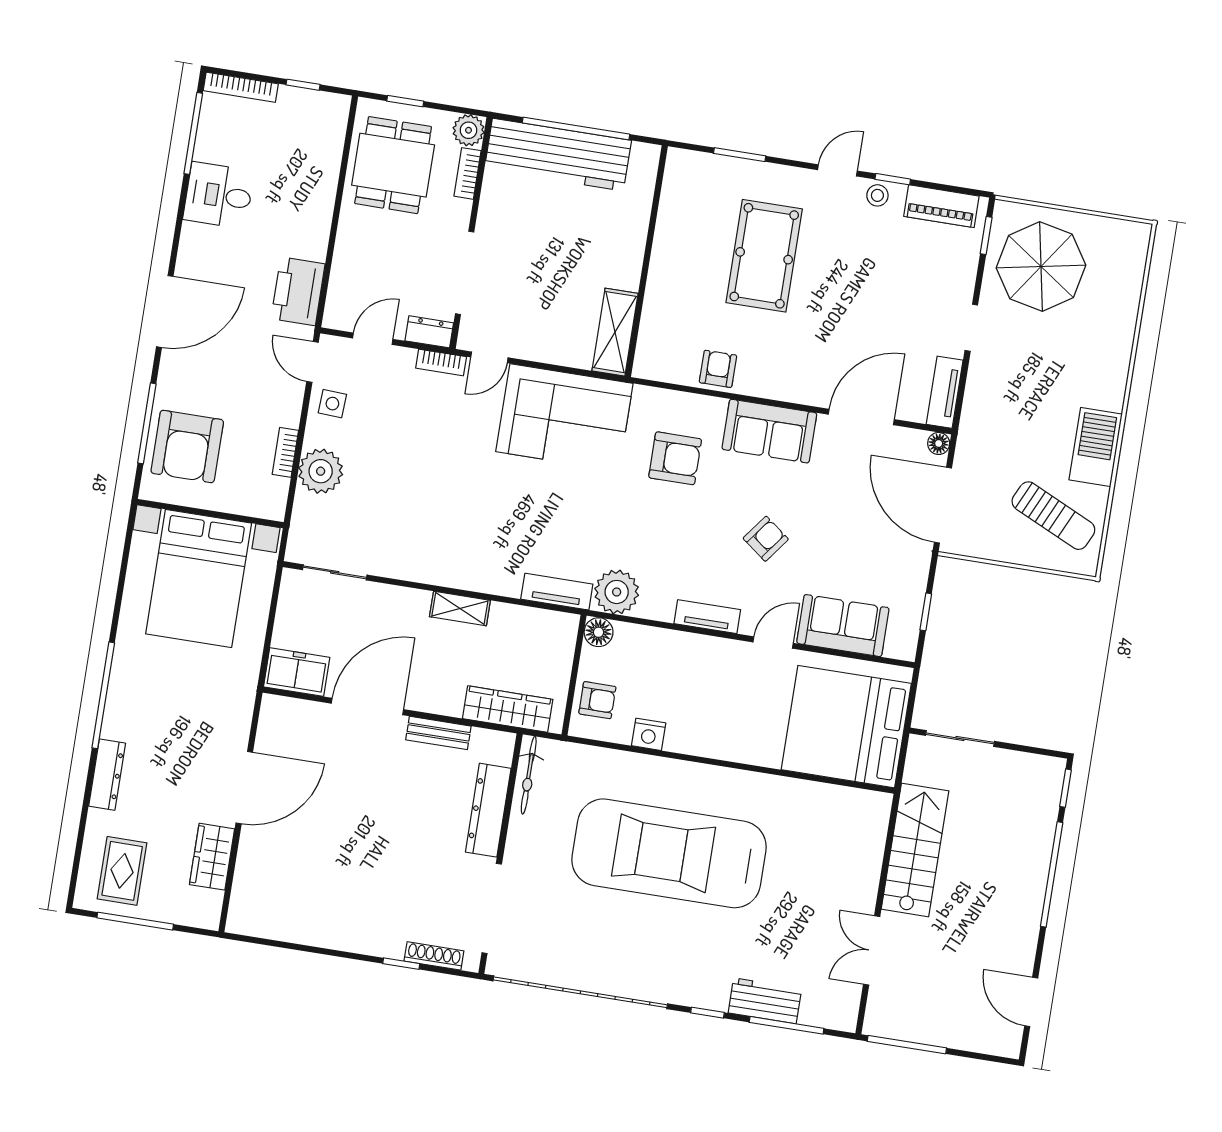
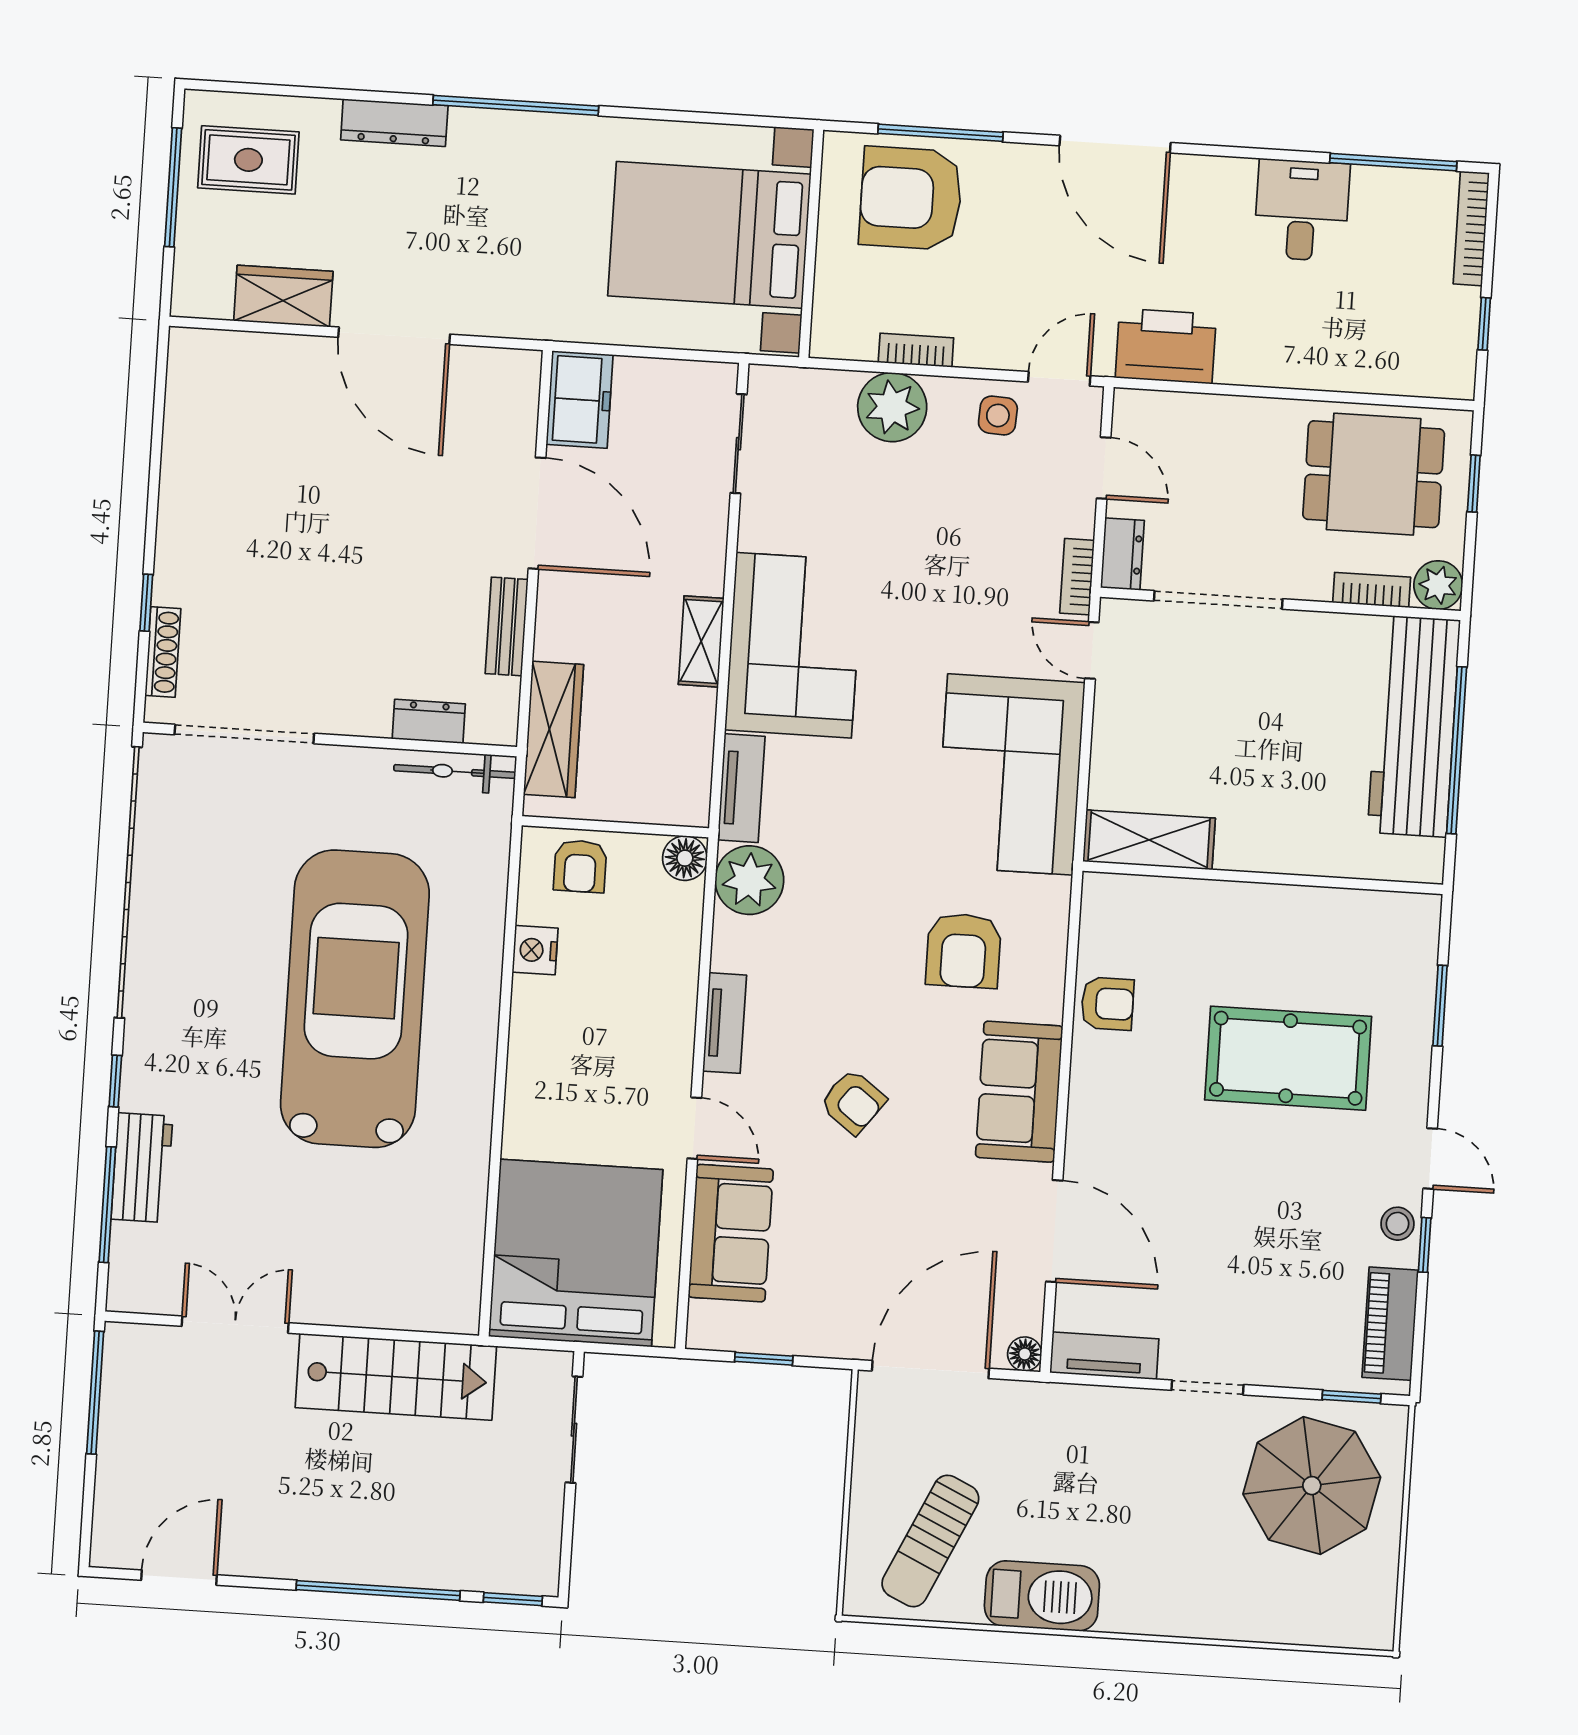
corner sofa: (468, 549) -> (794, 645), added
dresser: (488, 810) -> (429, 721), width x0.51, depth x0.80

